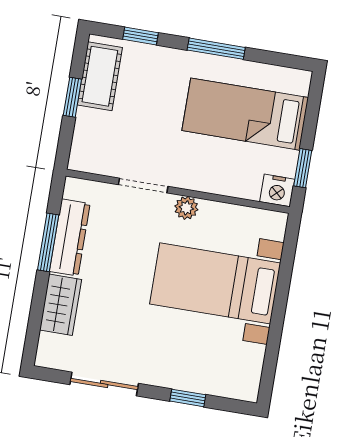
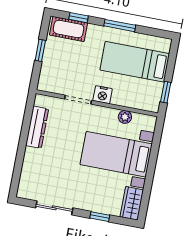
cot: (100, 76) -> (69, 29), moved, turned 90
nightstand: (277, 190) -> (103, 95), moved
plant: (186, 208) -> (125, 117), moved
window: (48, 242) -> (25, 130), removed
wardrobe: (61, 305) -> (132, 203), moved, turned 180

